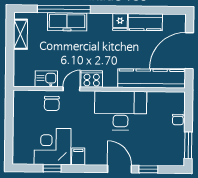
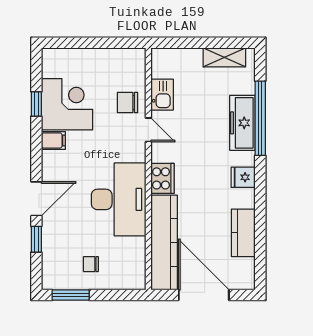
fridge: (120, 22) -> (243, 177), moved
cooker: (92, 79) -> (162, 178), moved
chair: (178, 120) -> (91, 264), moved

